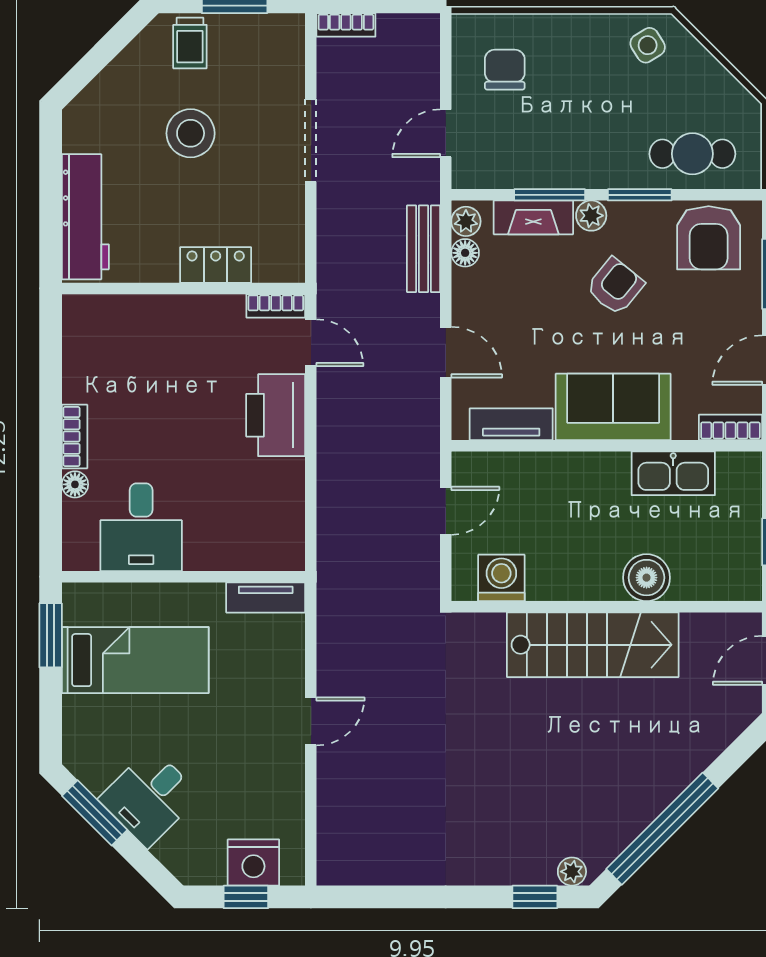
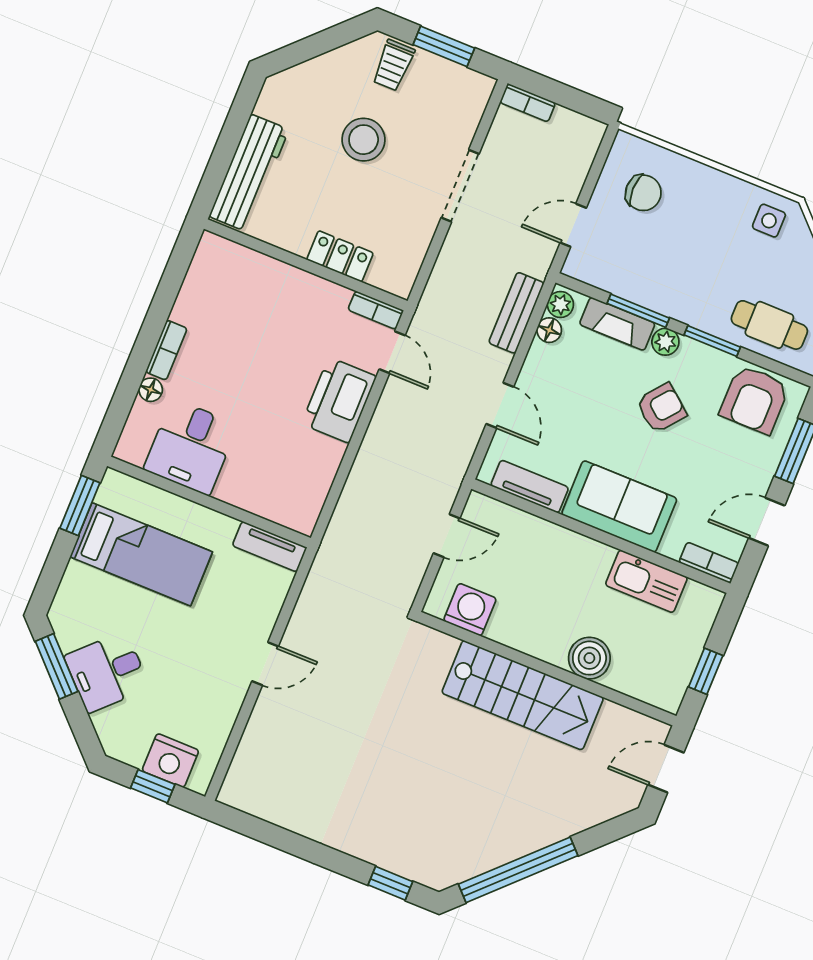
side table: (648, 45) -> (769, 221), turned 32
chair: (505, 70) -> (643, 193), turned 90
plant: (572, 872) -> (429, 875), removed

